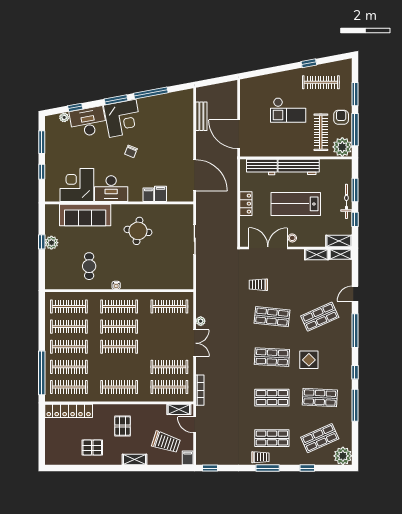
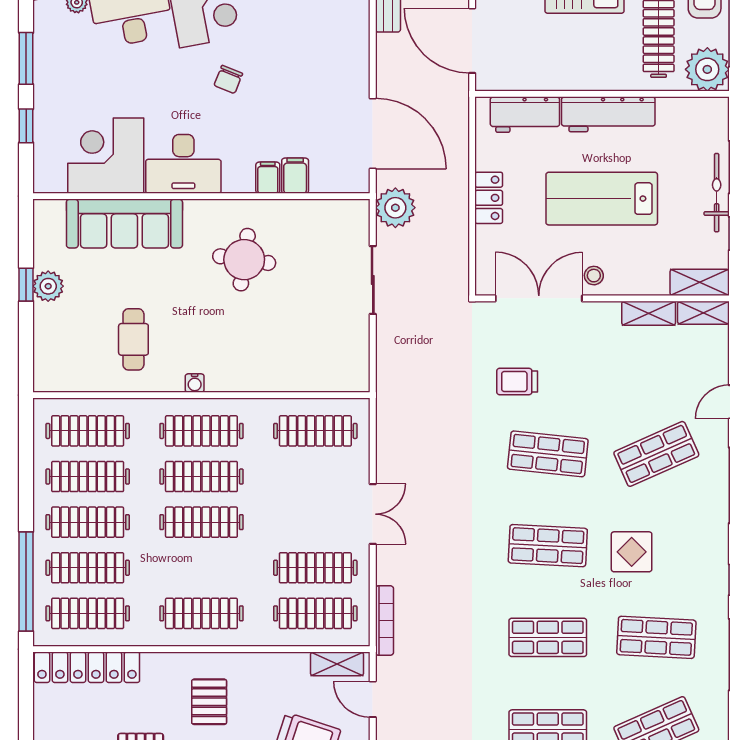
plant: (201, 321) -> (395, 208), moved, width x1.88, depth x1.88

